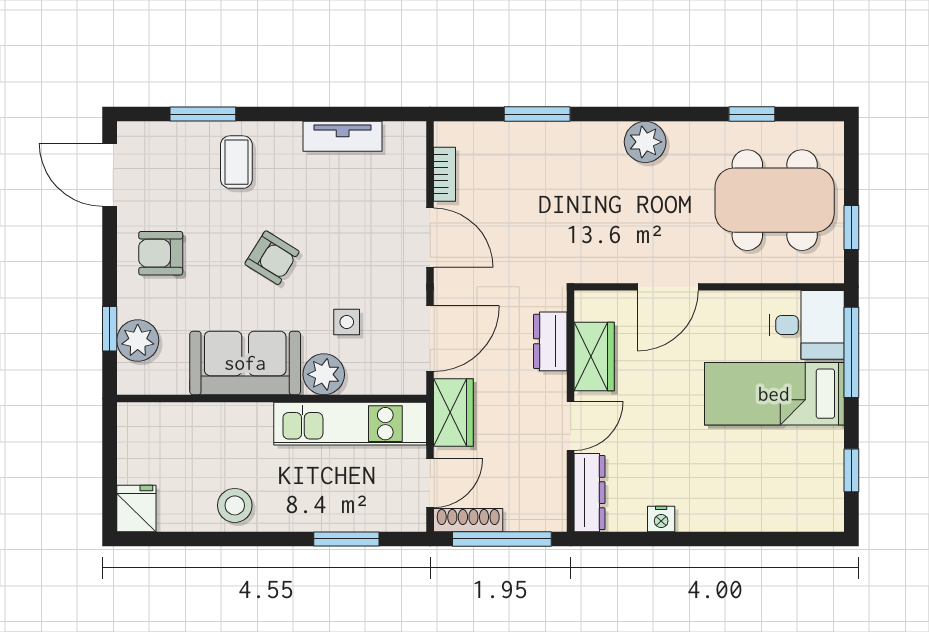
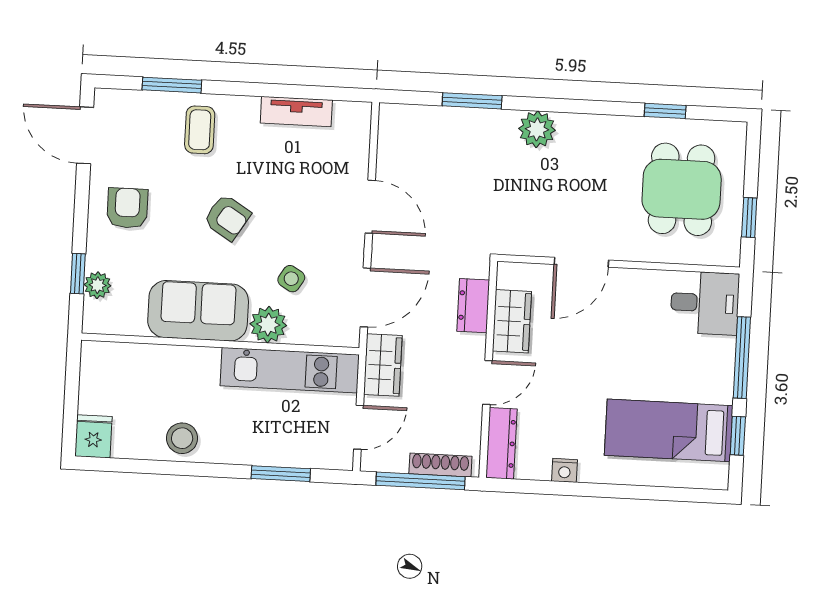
plant: (645, 142) -> (537, 129), moved
bookcase: (445, 174) -> (386, 151), removed
dining table: (775, 200) -> (682, 189), width x0.73
armchair: (161, 253) -> (127, 208), turned 90
side table: (347, 322) -> (291, 279), turned 31
plant: (138, 341) -> (98, 285), width x0.73, depth x0.73
window: (851, 352) -> (742, 358), moved
bed: (774, 394) -> (669, 430), moved
shoe rack: (468, 520) -> (440, 465), moved

